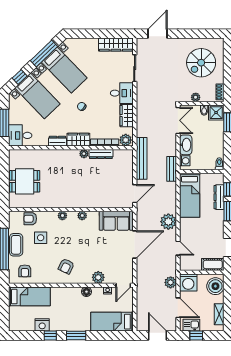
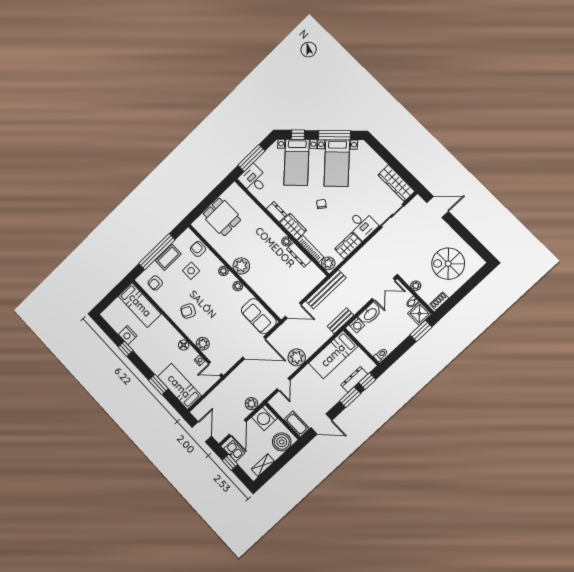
plant: (71, 200) -> (241, 266), added
window: (76, 335) -> (158, 385), moved

